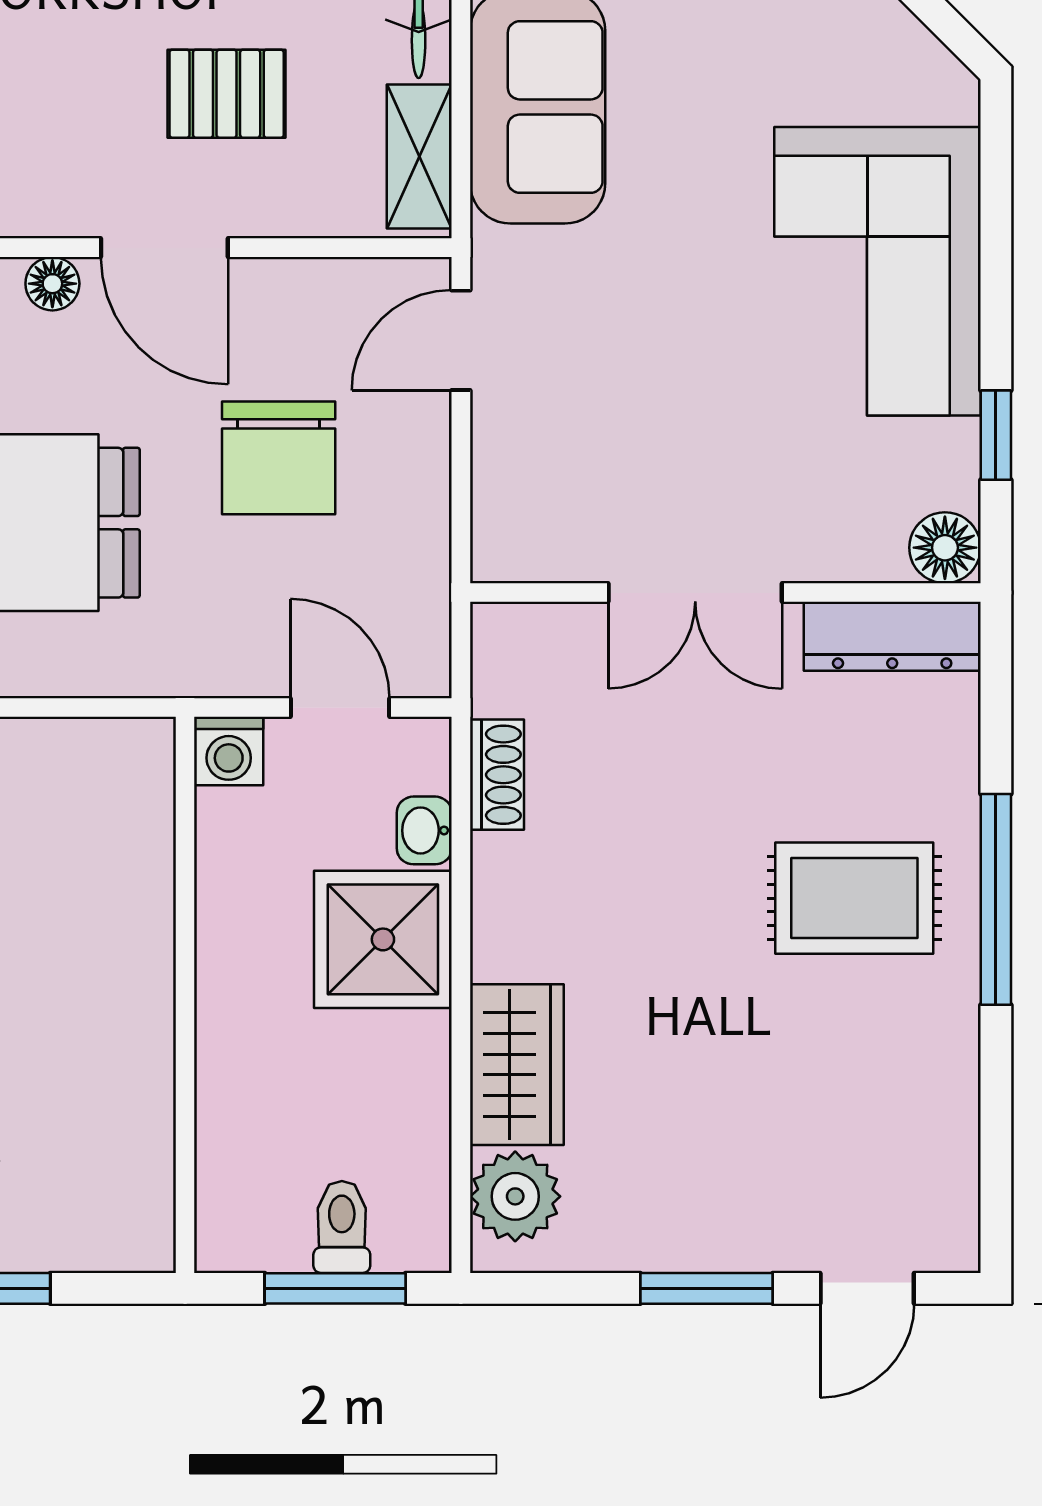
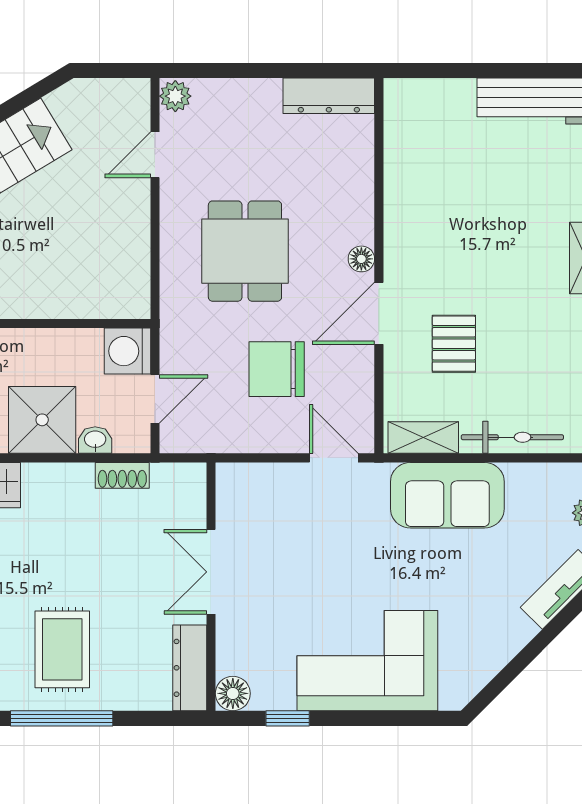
washing machine: (229, 751) -> (127, 351), width x1.38, depth x1.38

